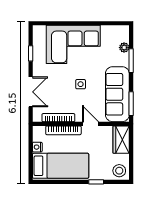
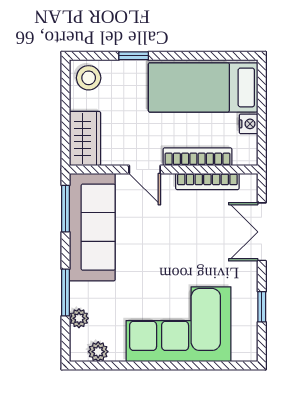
plant: (114, 30) -> (98, 352), added
side table: (81, 84) -> (164, 247), removed

